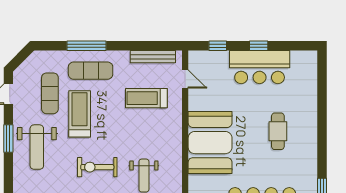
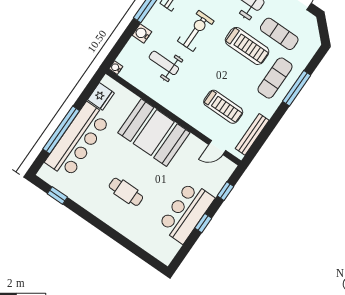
treadmill: (146, 98) -> (223, 107), turned 90

